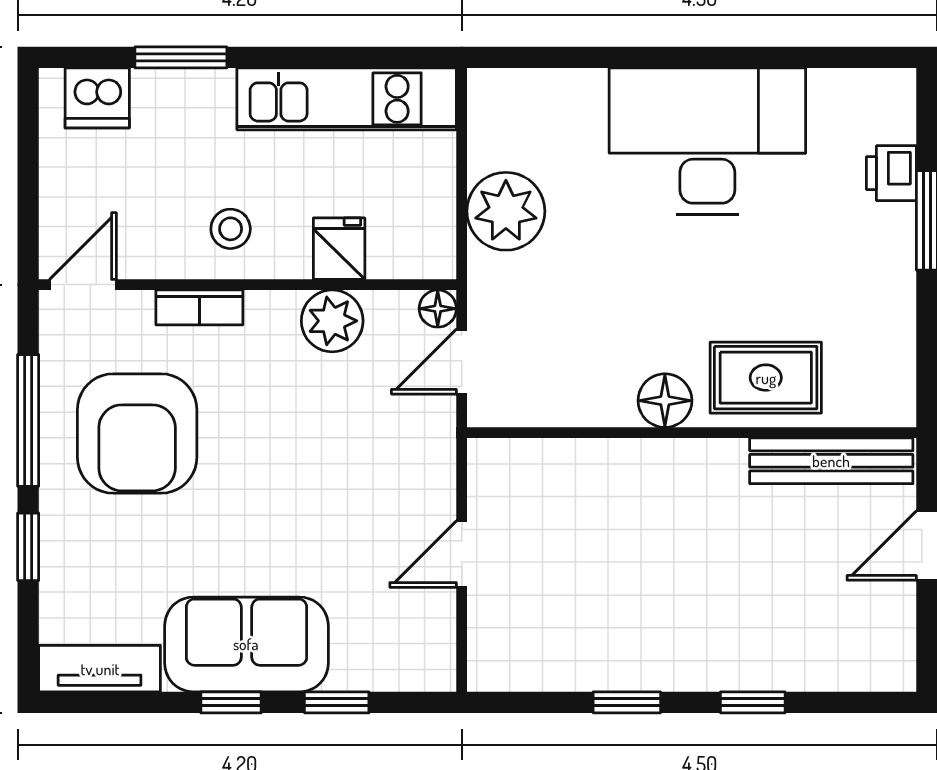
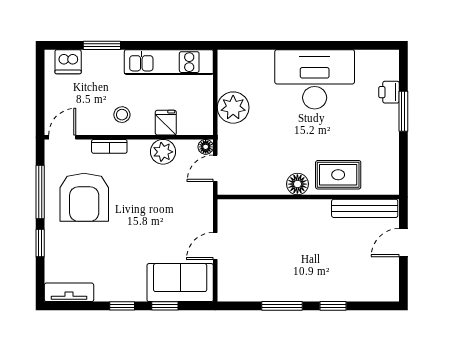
sofa: (246, 644) -> (180, 283), moved
window: (627, 702) -> (282, 306), width x1.50

